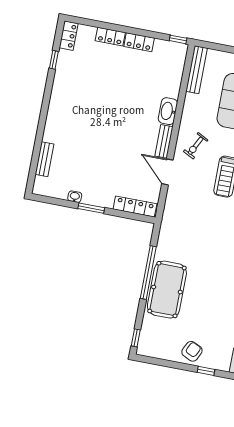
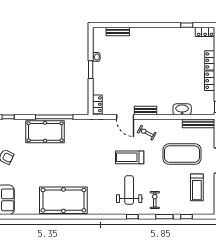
washbasin: (168, 111) -> (182, 109), moved
door: (167, 172) -> (125, 117), swing flipped
locker: (135, 206) -> (97, 104), width x0.66

